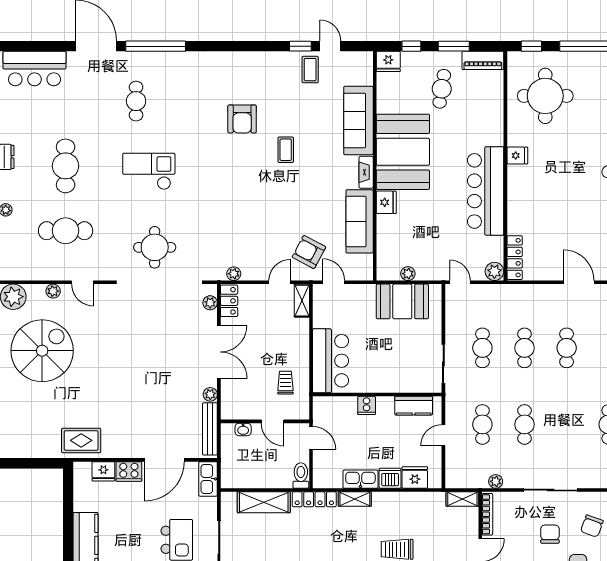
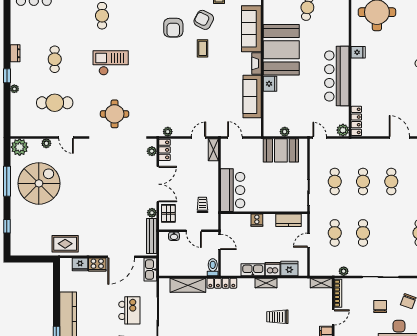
cafe table: (66, 166) -> (55, 59), width x0.73, depth x0.74
armchair: (309, 252) -> (204, 20), moved
pallet: (235, 395) -> (168, 213), added
shelving: (355, 499) -> (266, 283), moved

